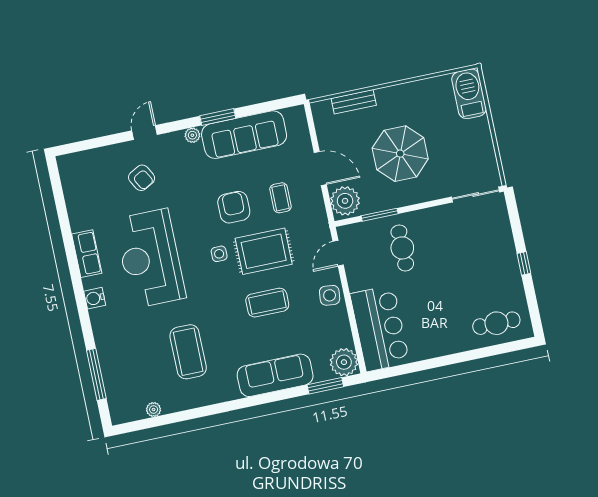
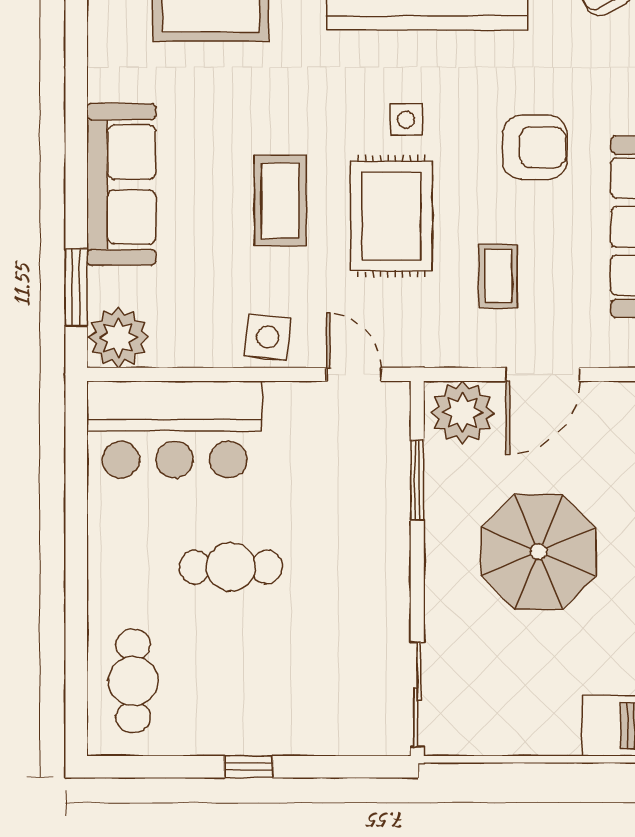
coffee table: (281, 198) -> (498, 276), turned 90
armchair: (234, 207) -> (535, 147), moved
cafe table: (402, 248) -> (231, 567), moved

